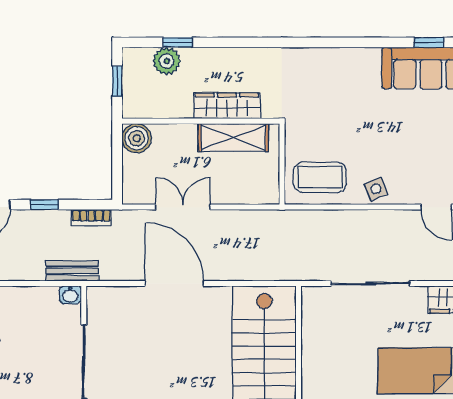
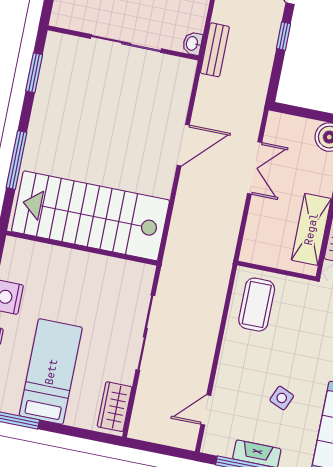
side table: (376, 189) -> (282, 398), moved, turned 45
bookcase: (91, 218) -> (262, 79), removed
door: (174, 283) -> (183, 145), width x0.73

